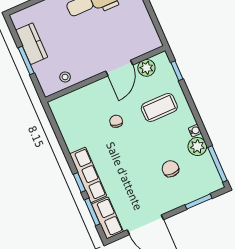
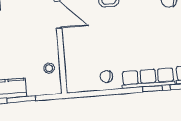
chair: (116, 121) -> (106, 77), moved

